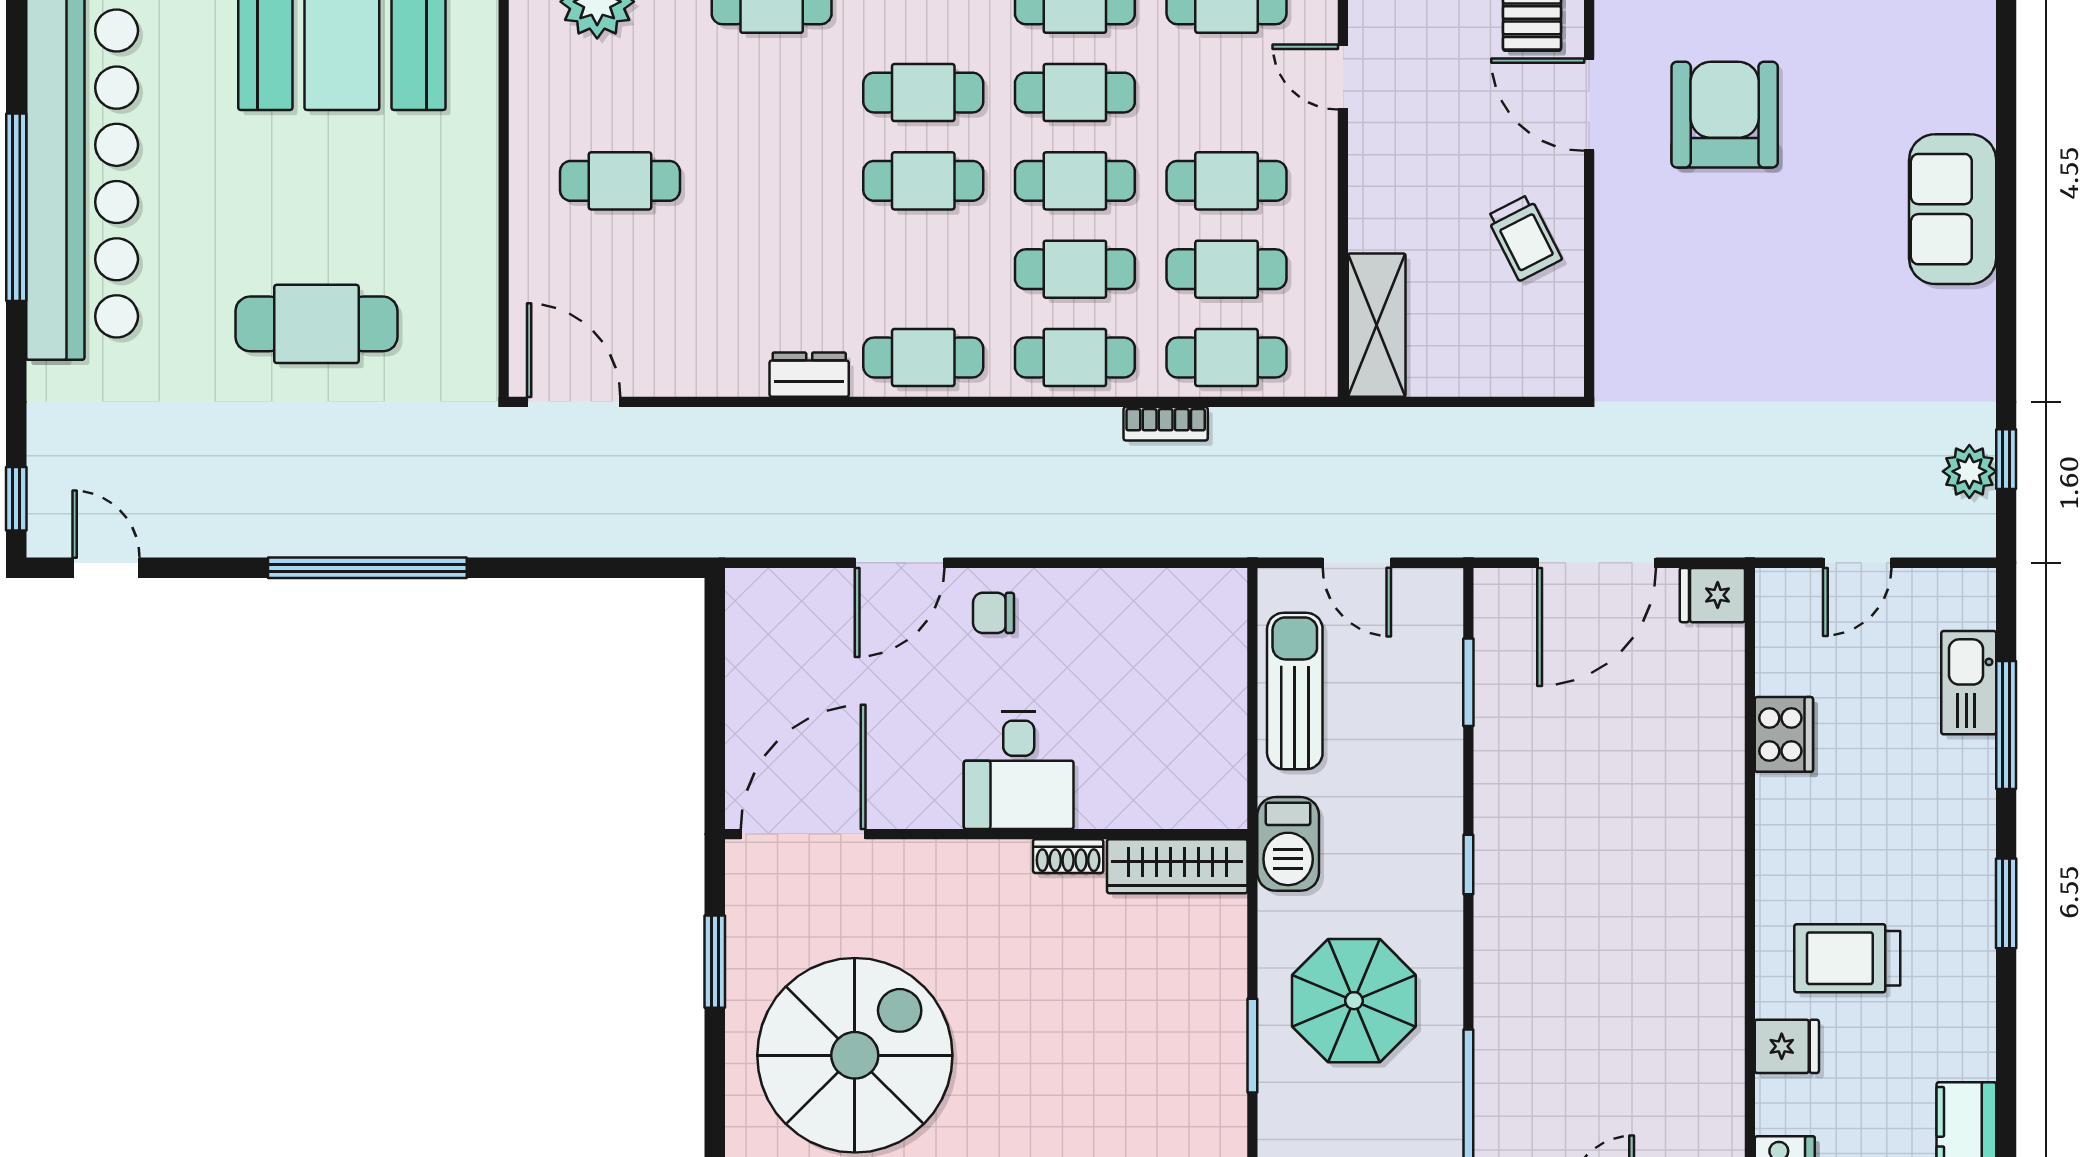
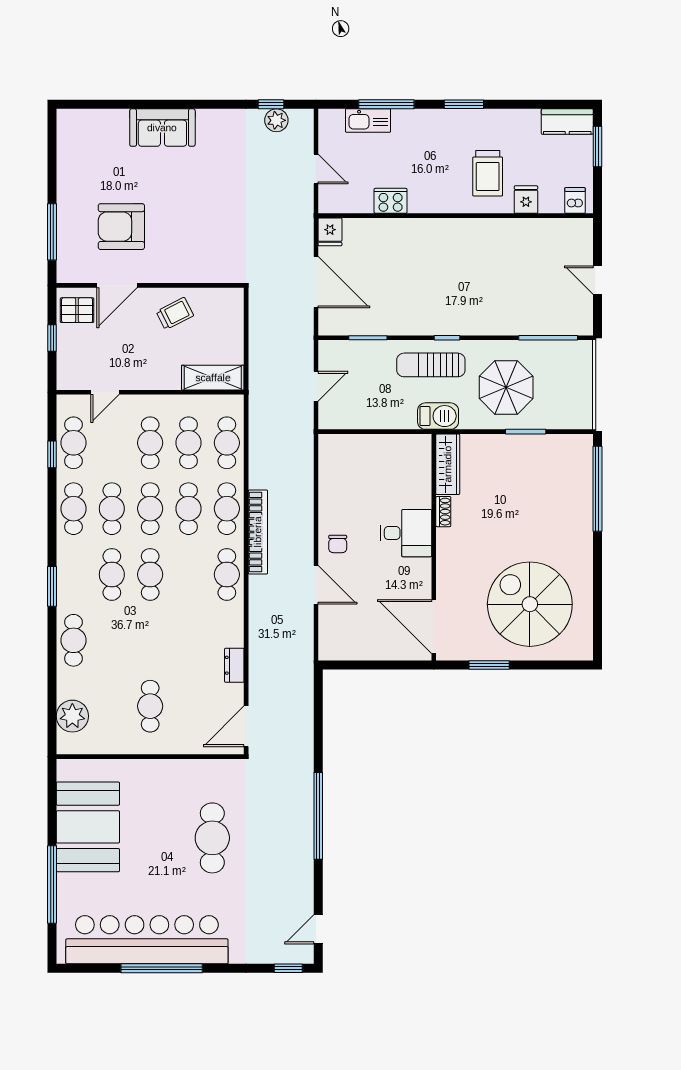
dresser: (809, 375) -> (234, 665), moved
bookcase: (1166, 424) -> (258, 532), moved, width x2.31, depth x1.31
sun lounger: (1295, 691) -> (431, 365), moved

